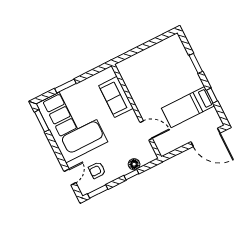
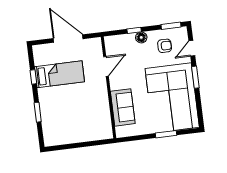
window: (42, 121) -> (195, 77), moved
door: (146, 130) -> (106, 66), swing flipped
door: (205, 137) -> (68, 39), moved
floor lamp: (134, 164) -> (141, 37), moved

